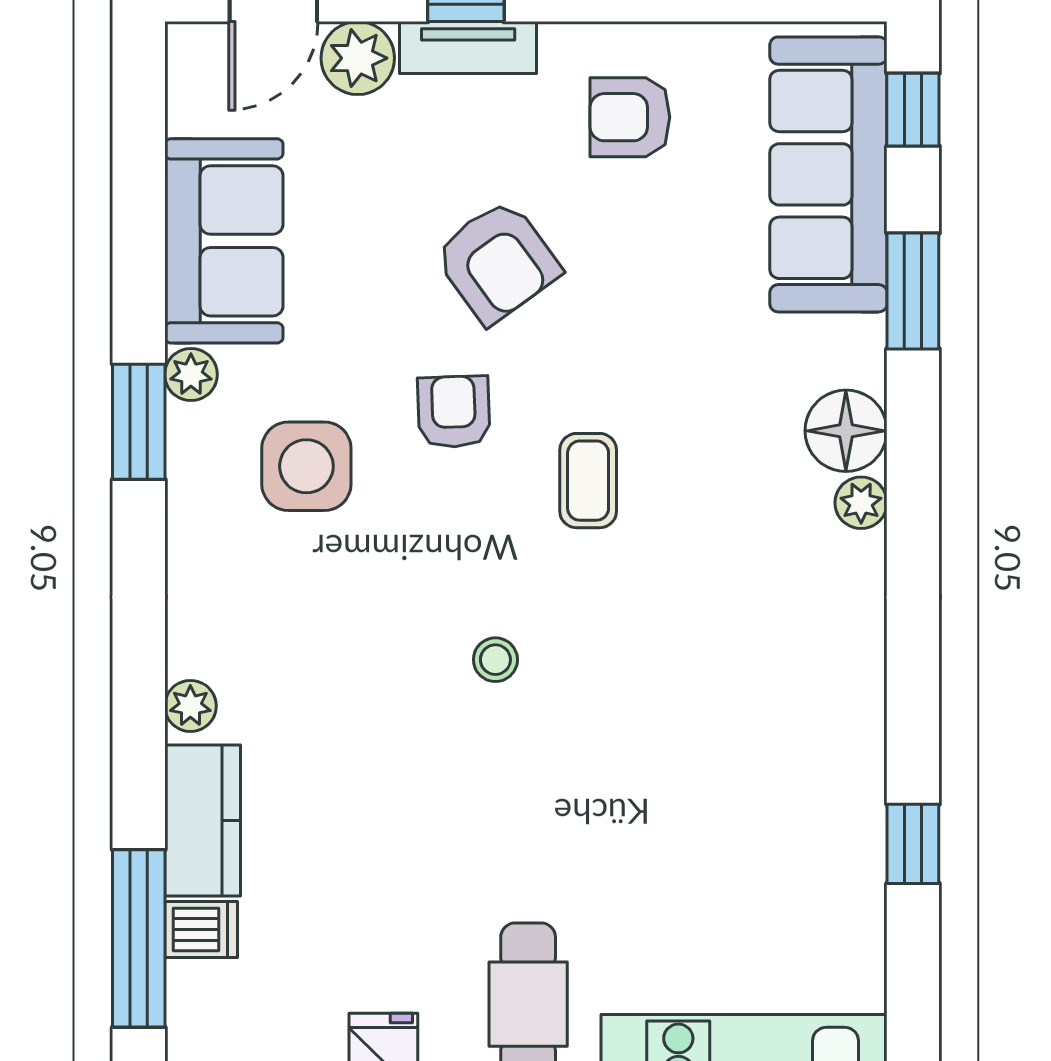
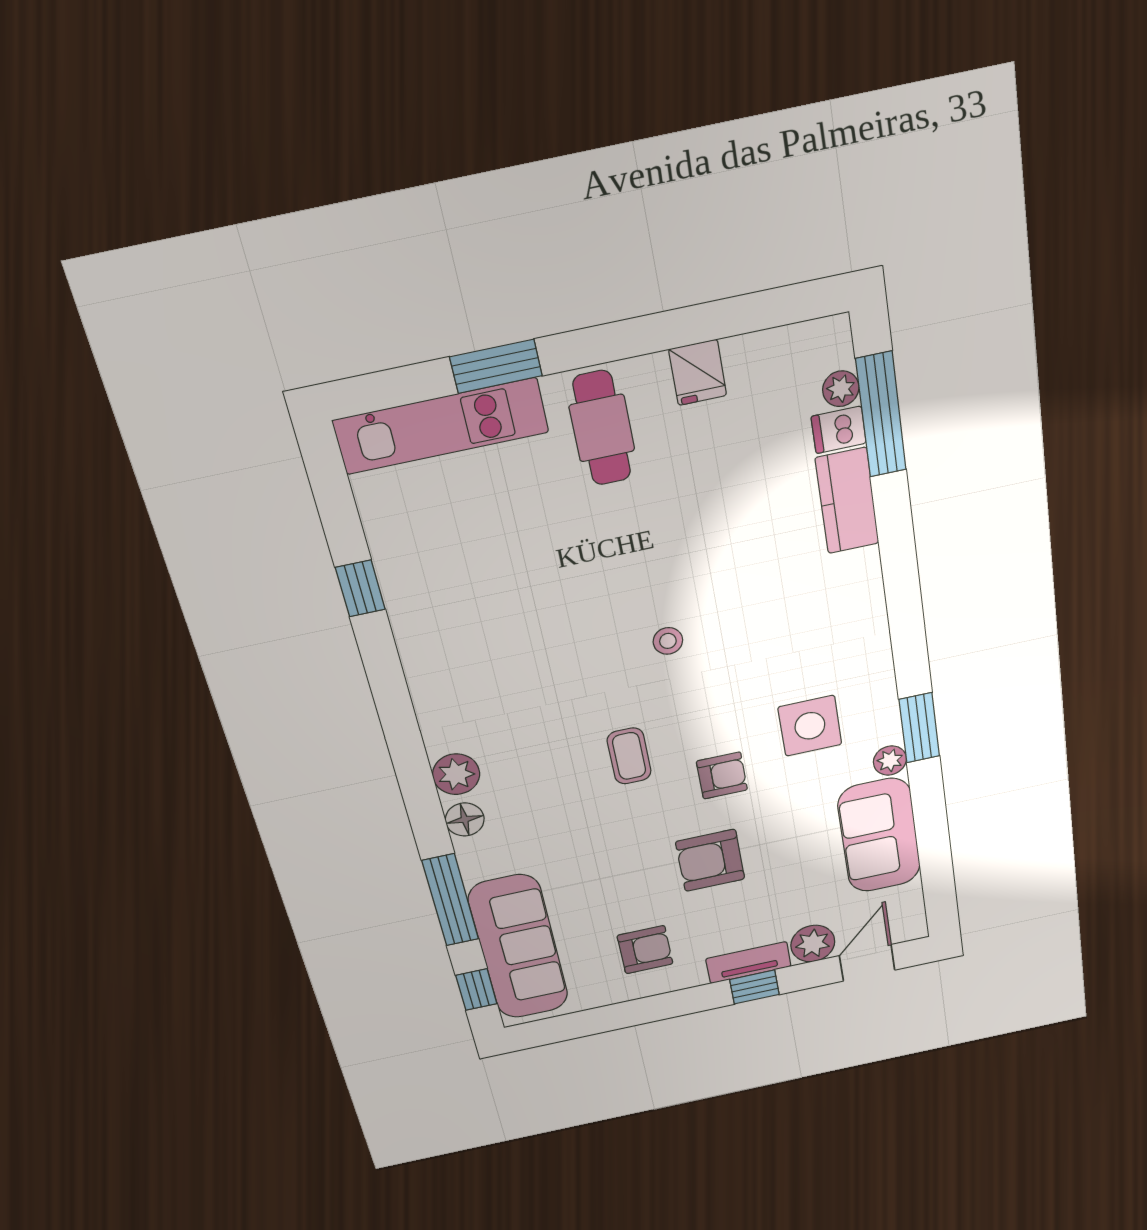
armchair: (497, 262) -> (710, 860), turned -54
window: (913, 291) -> (450, 900), width x1.44
armchair: (454, 412) -> (722, 776), turned -88
floor lamp: (846, 431) -> (465, 819), width x0.73, depth x0.73
plant: (861, 503) -> (456, 774), width x1.38, depth x1.38
plant: (190, 706) -> (841, 389), moved

